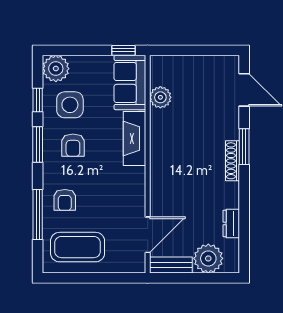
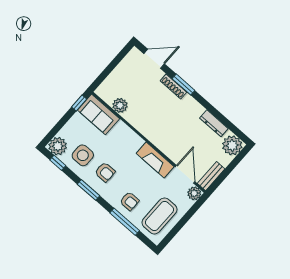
window: (38, 100) -> (58, 163), moved
fireplace: (135, 139) -> (155, 160), moved
shoe rack: (233, 161) -> (173, 86), moved
dresser: (231, 223) -> (214, 123), width x1.44
plant: (208, 258) -> (232, 145), moved
plant: (136, 263) -> (194, 193), added

